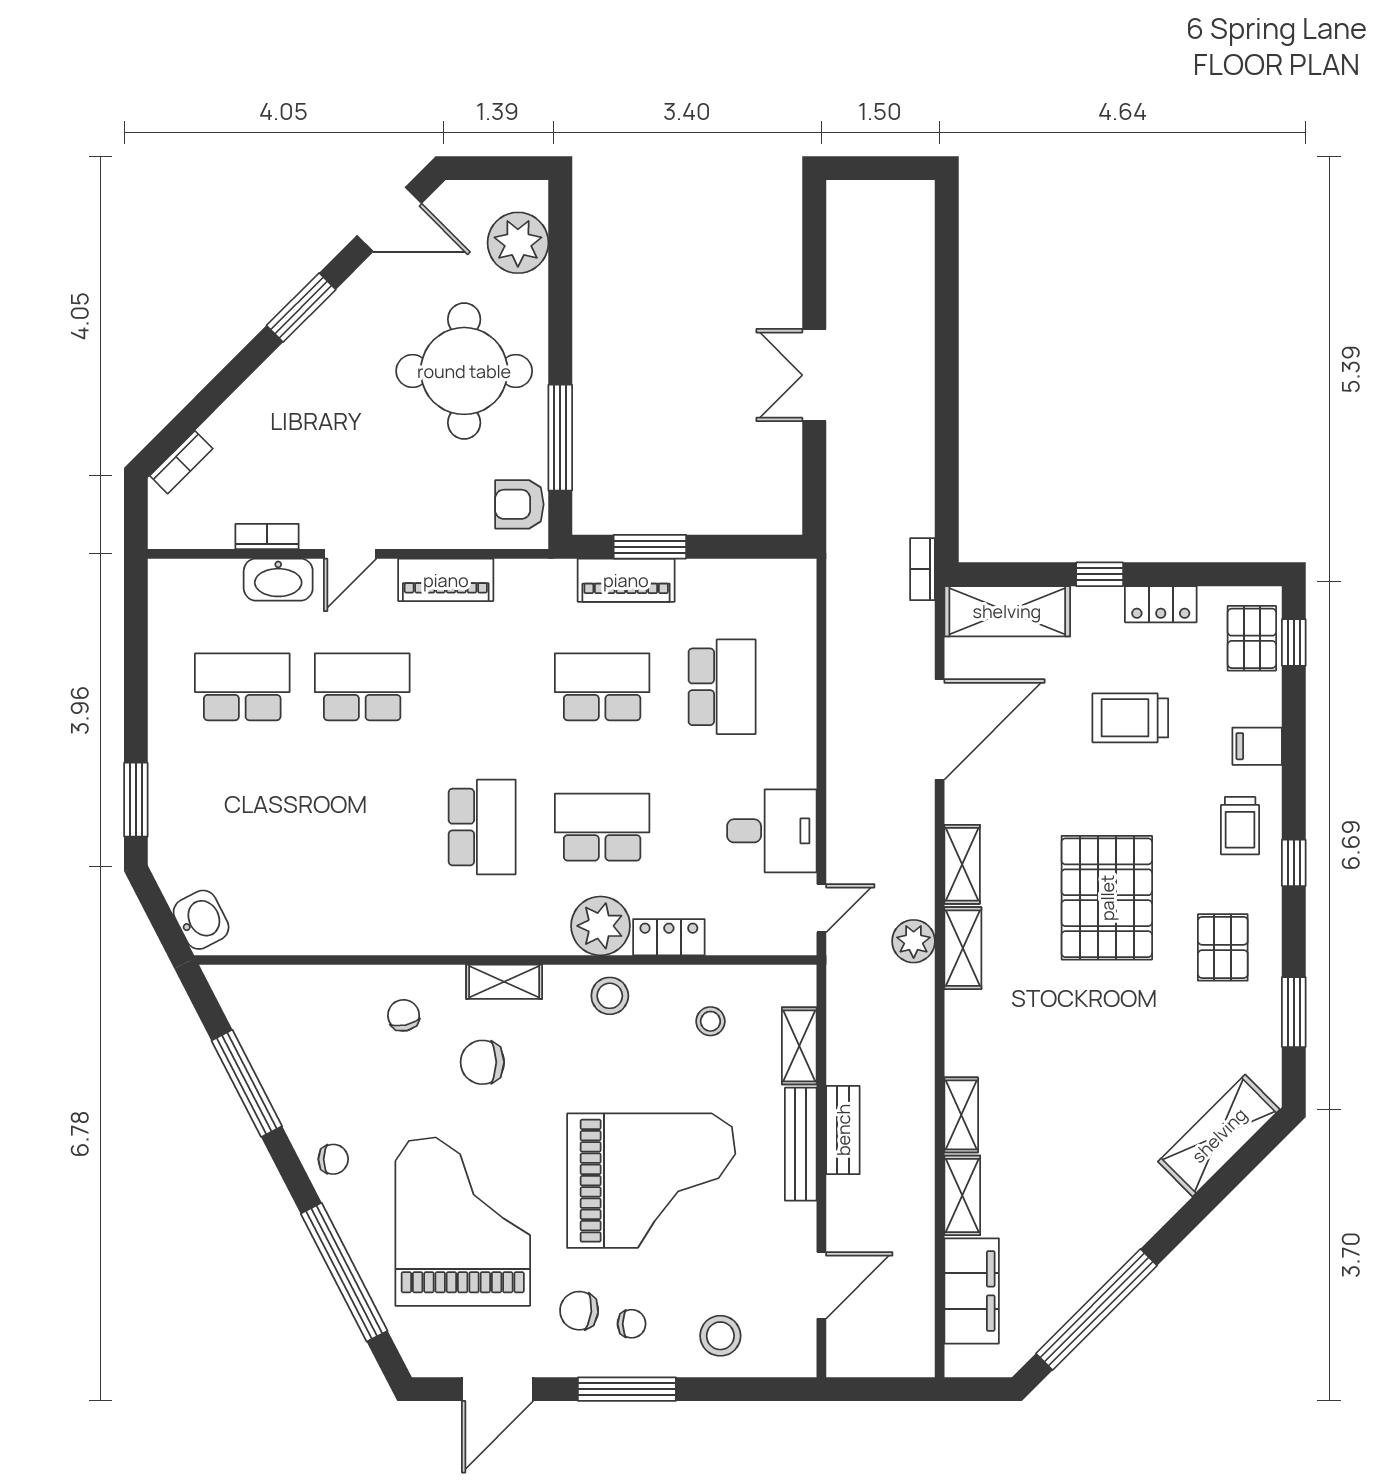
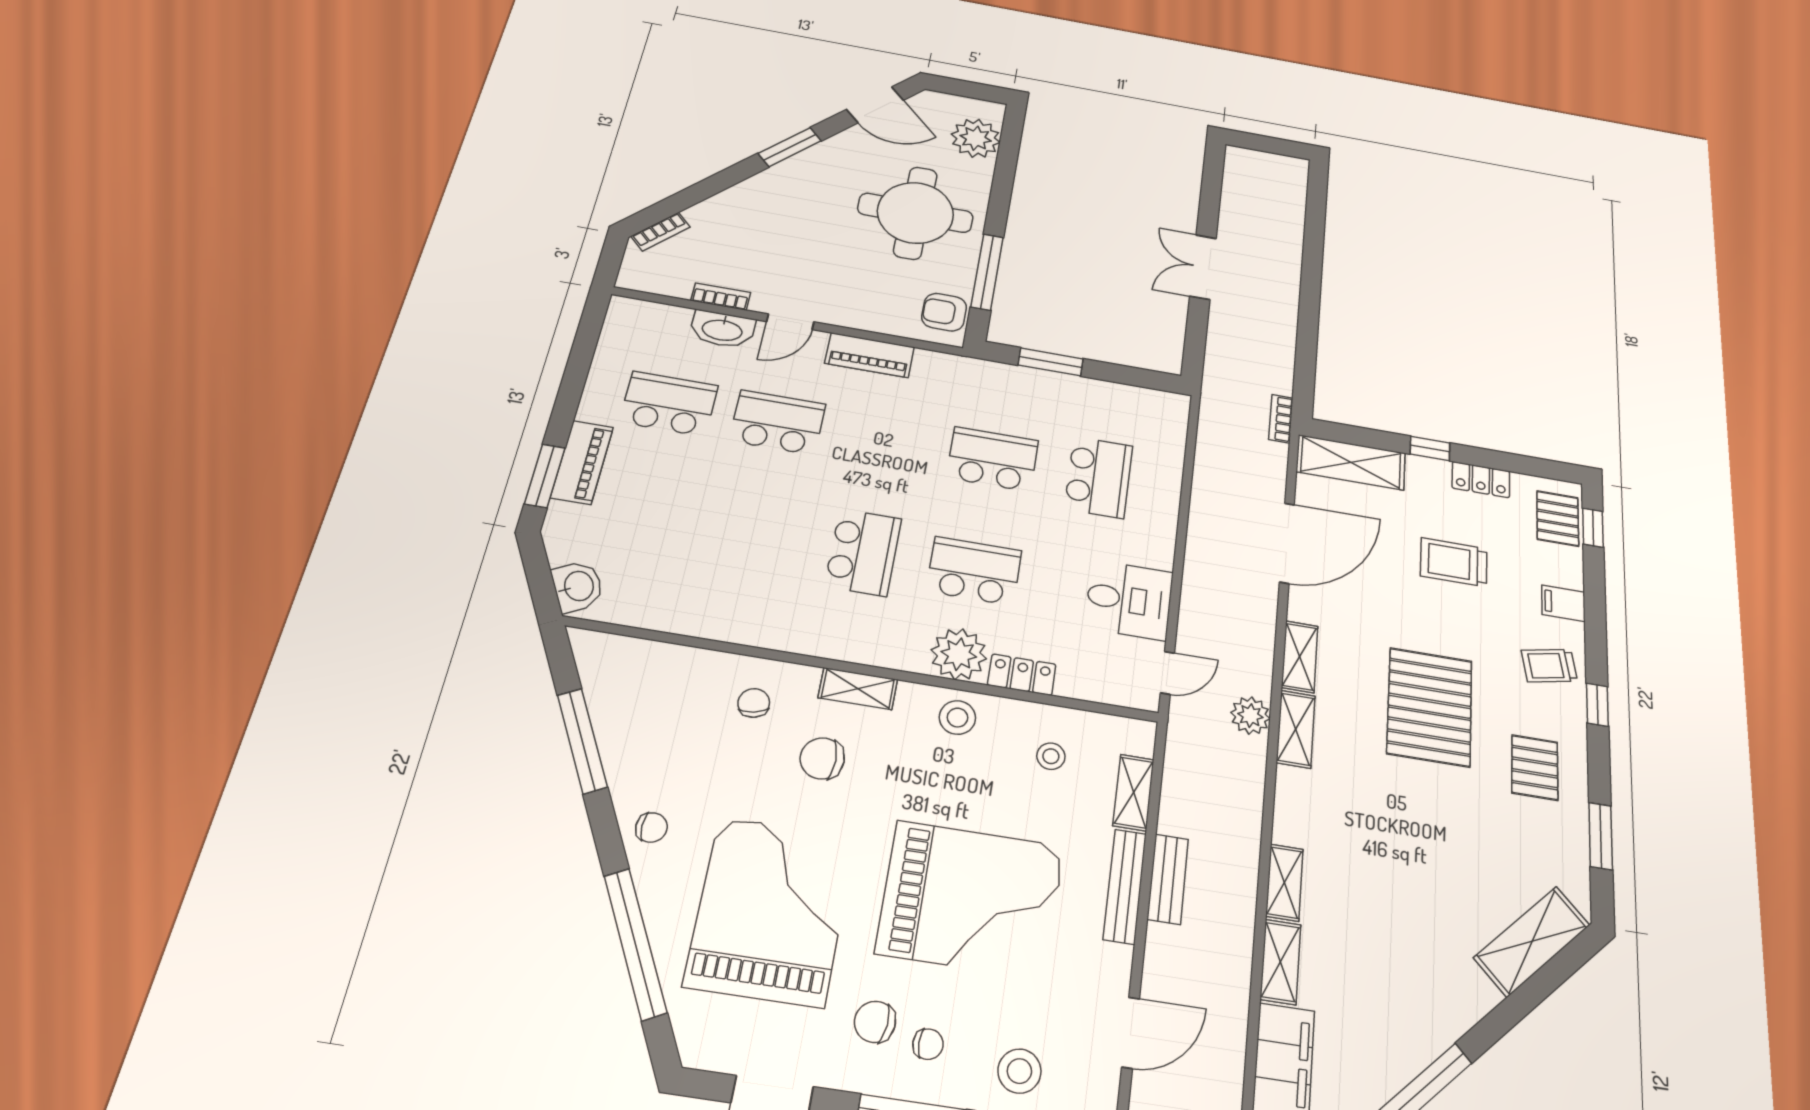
piano: (626, 580) -> (582, 462), moved, turned -90
trolley: (1240, 826) -> (1549, 666), turned 79

